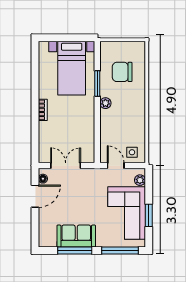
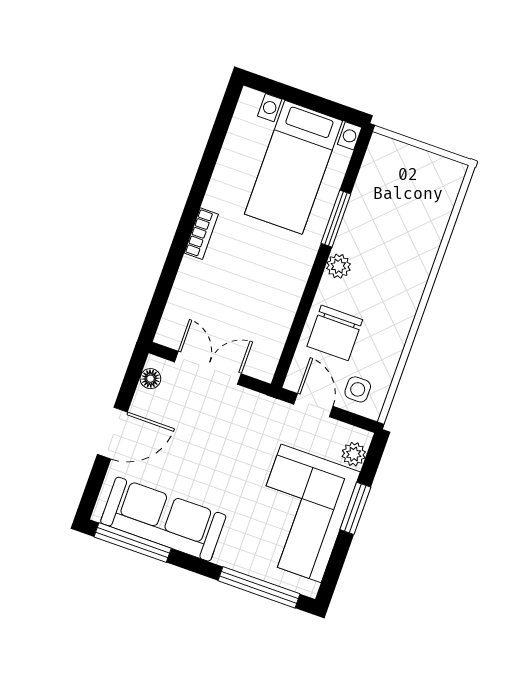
chair: (122, 72) -> (335, 333), moved, turned -90
door: (35, 196) -> (112, 433), moved
window: (149, 215) -> (355, 508), moved
sofa: (76, 236) -> (163, 519), width x1.36
window: (75, 250) -> (133, 543), moved

